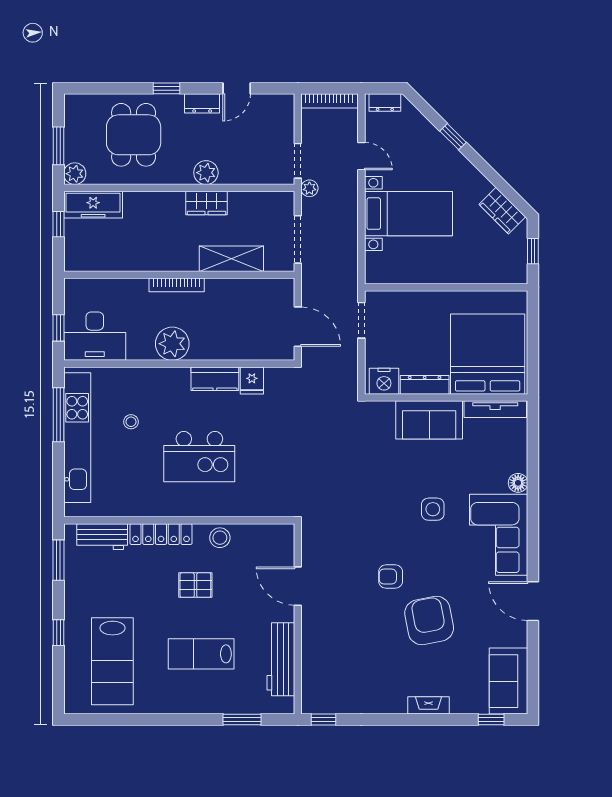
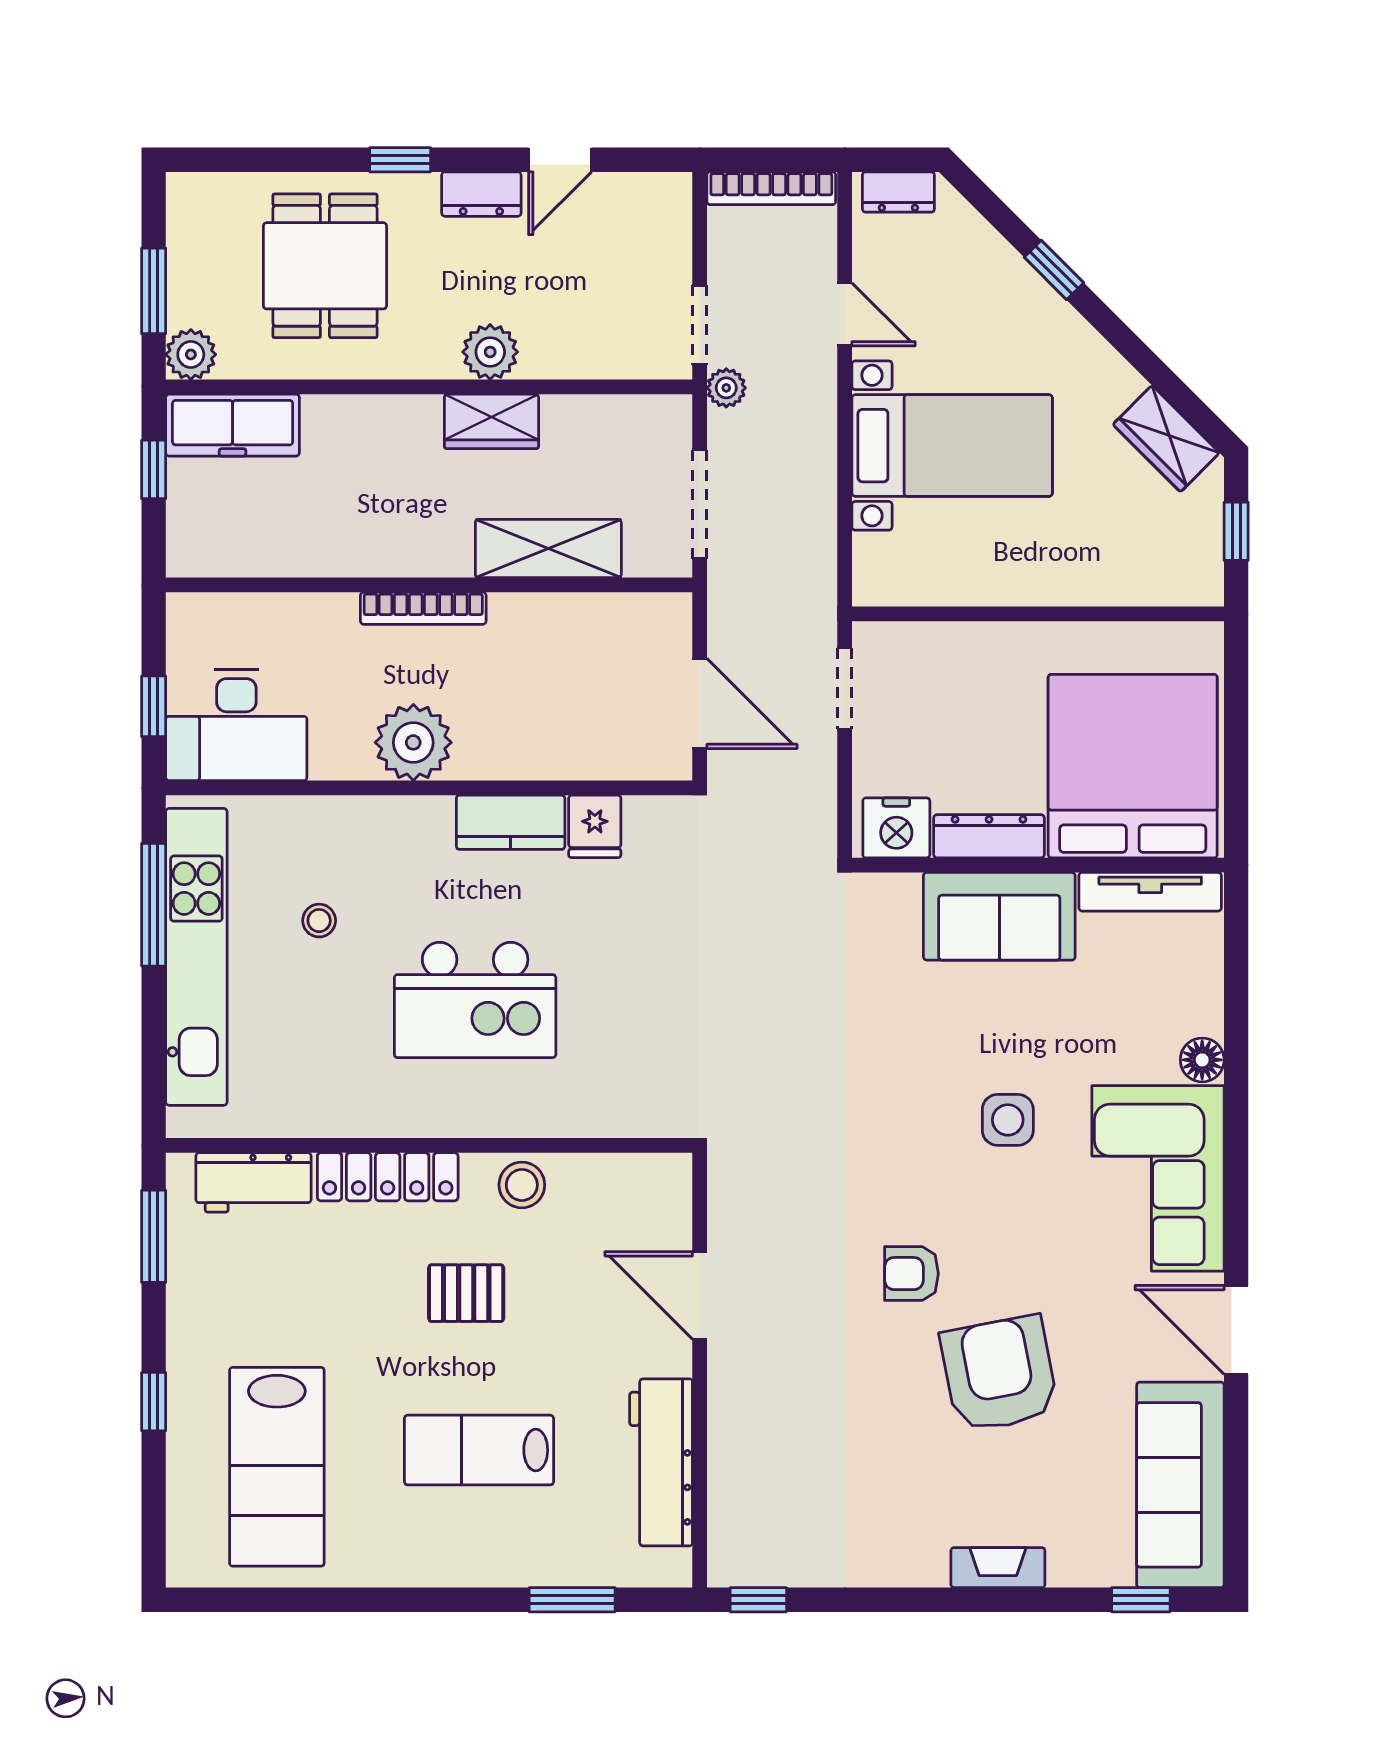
sofa: (508, 681) -> (1180, 1485), width x1.36

